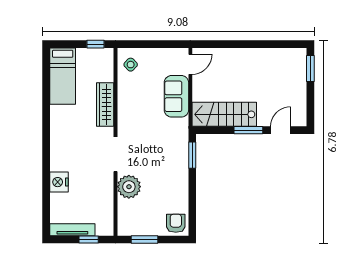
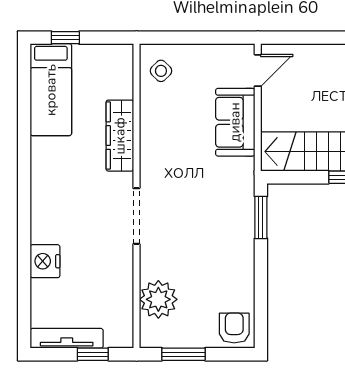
window: (96, 44) -> (65, 38), moved
plant: (129, 187) -> (158, 299), moved

